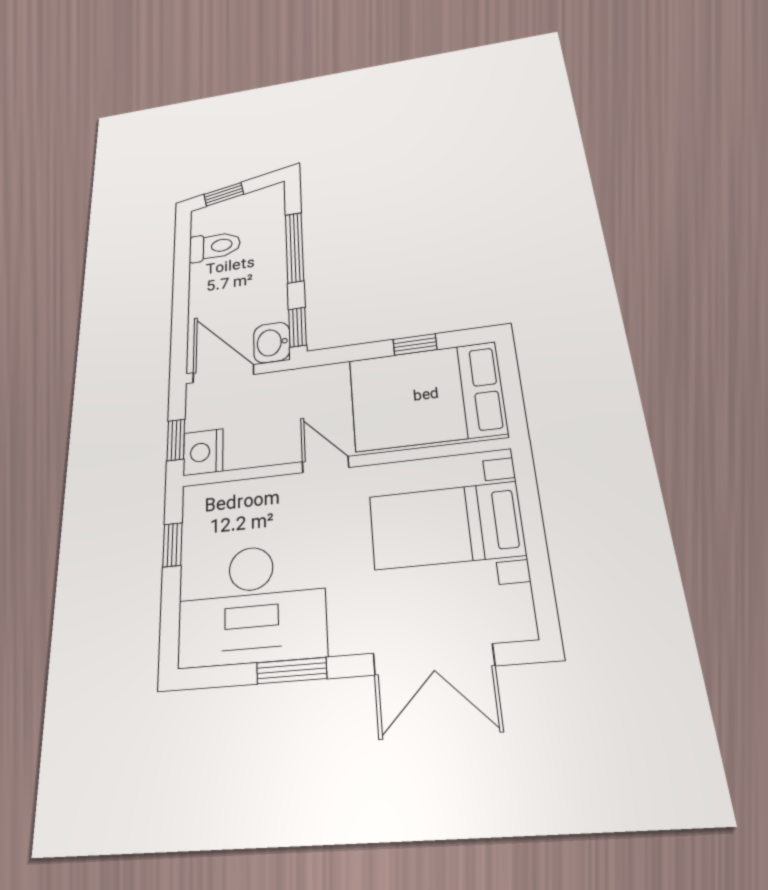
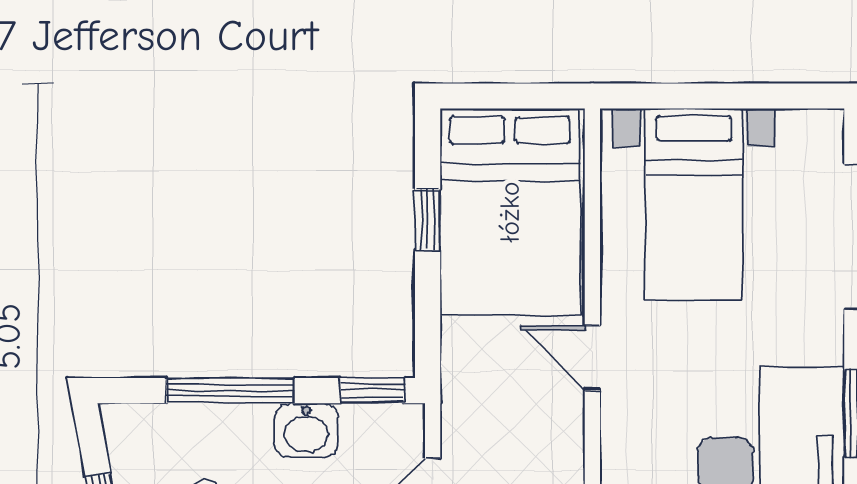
washbasin: (272, 343) -> (306, 430), moved
door: (325, 465) -> (592, 358), hinge flipped

